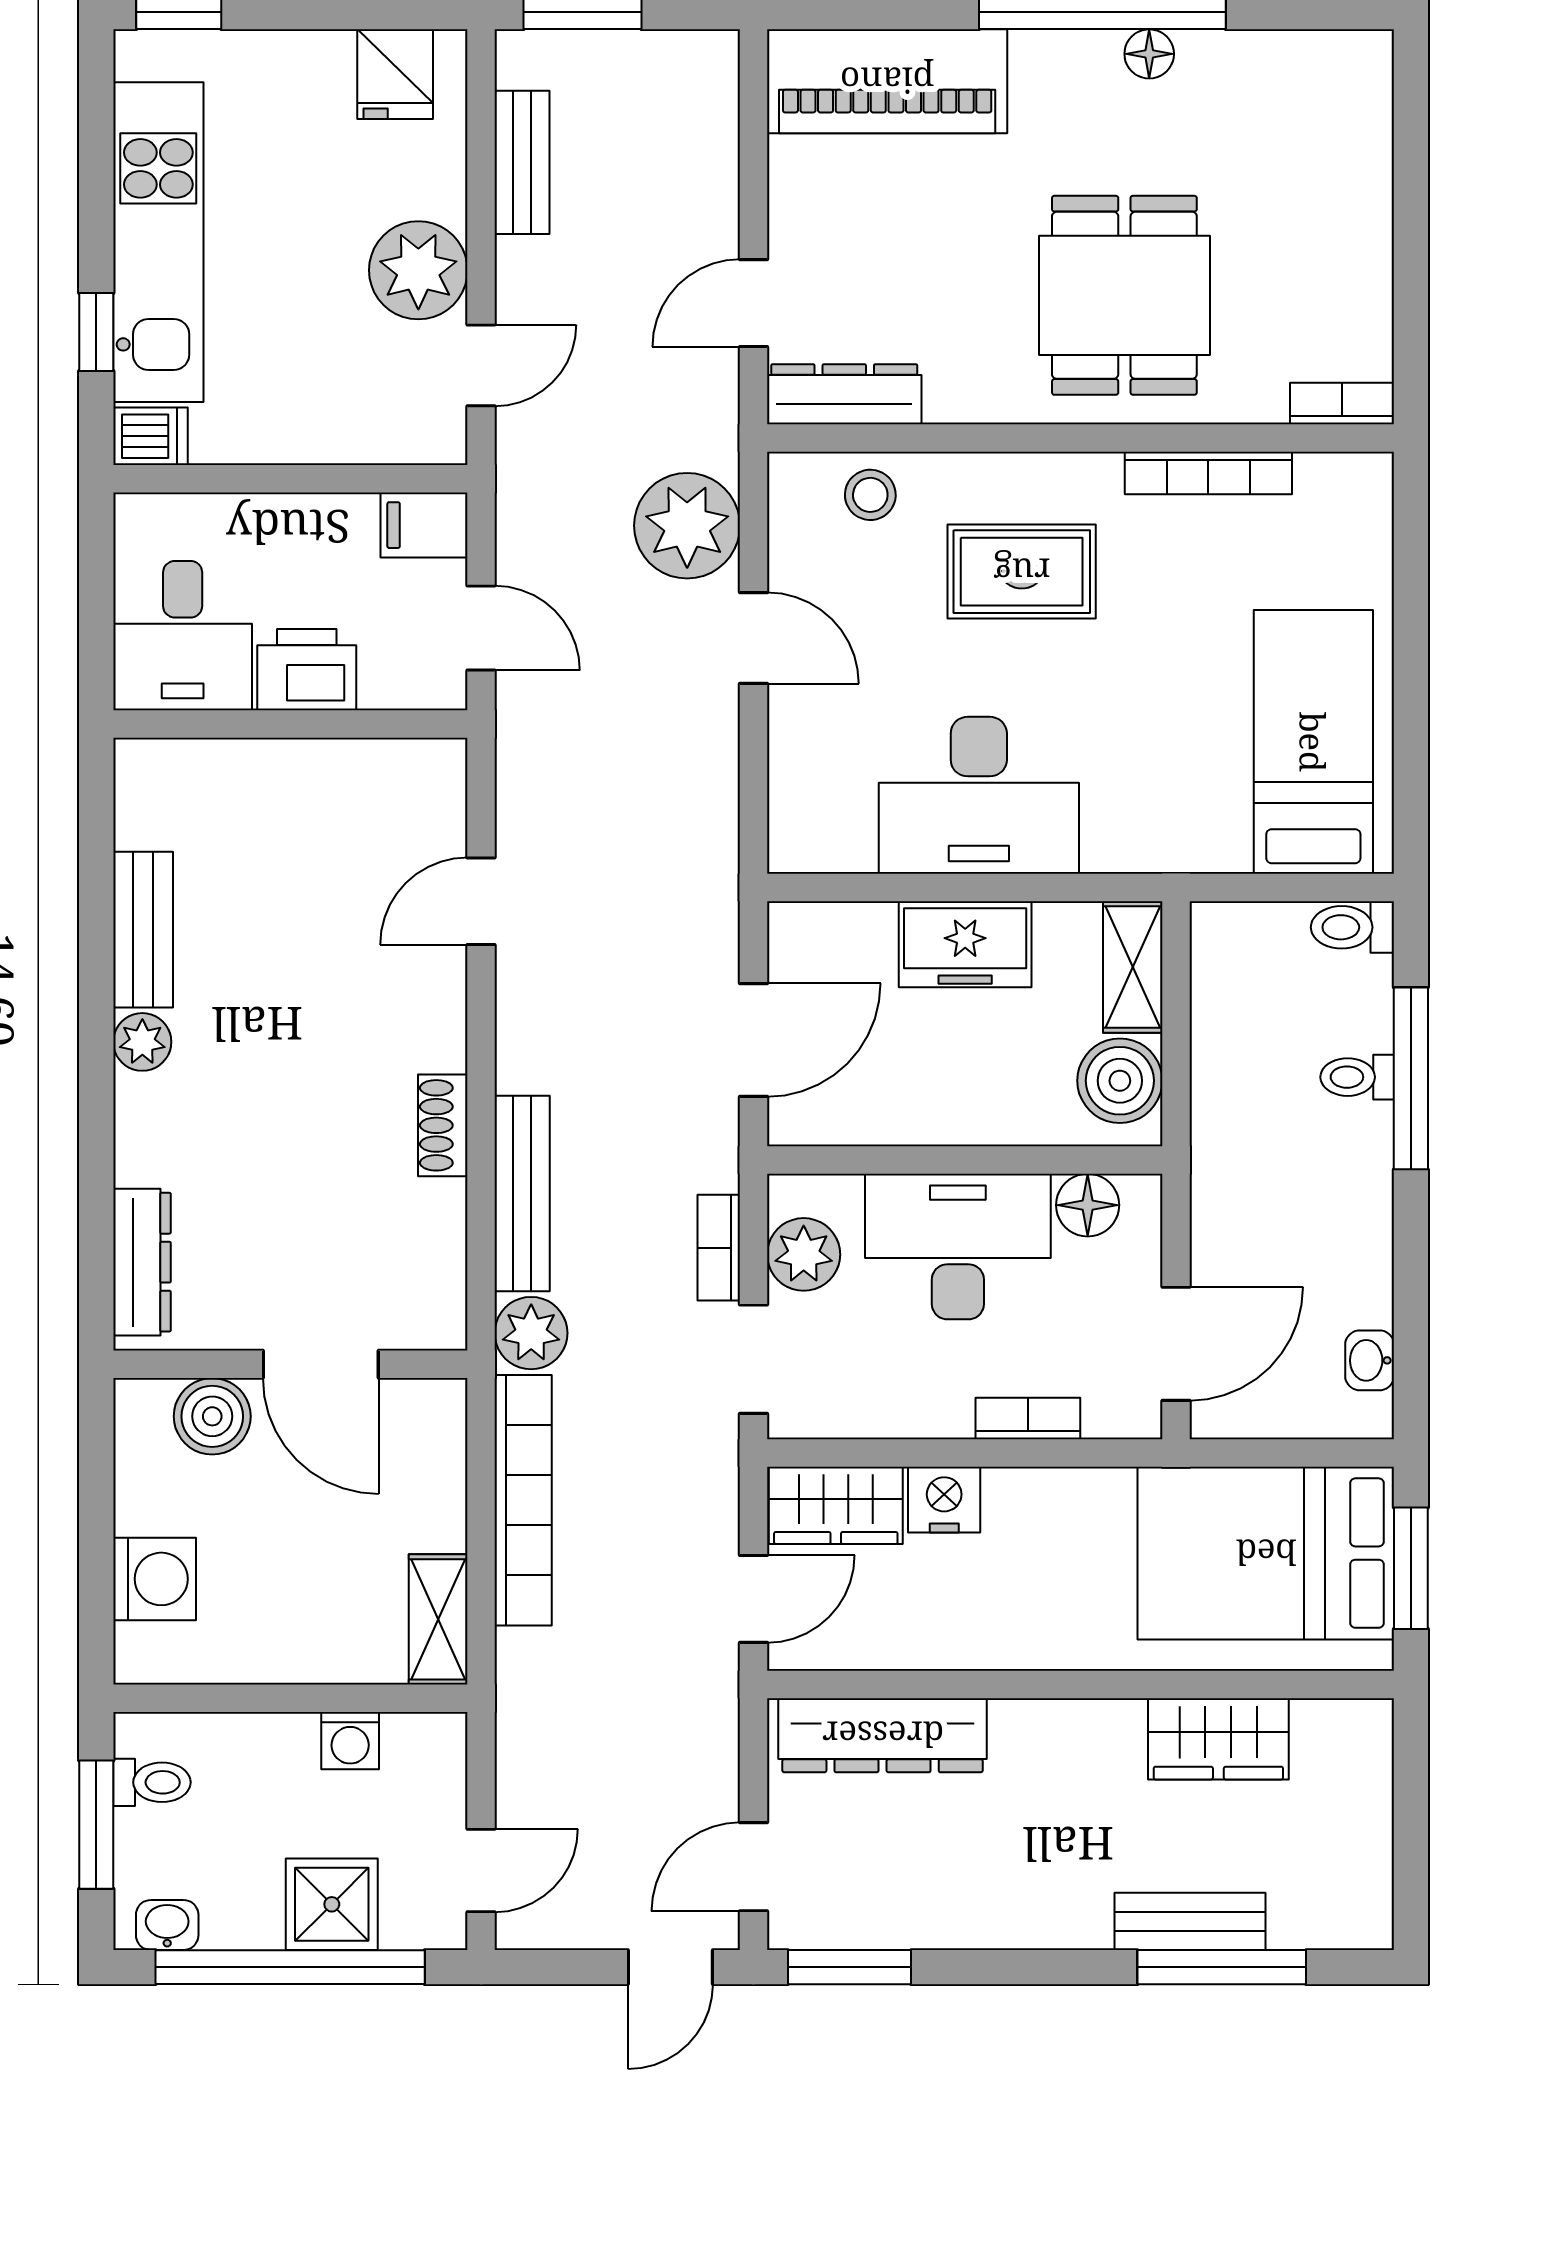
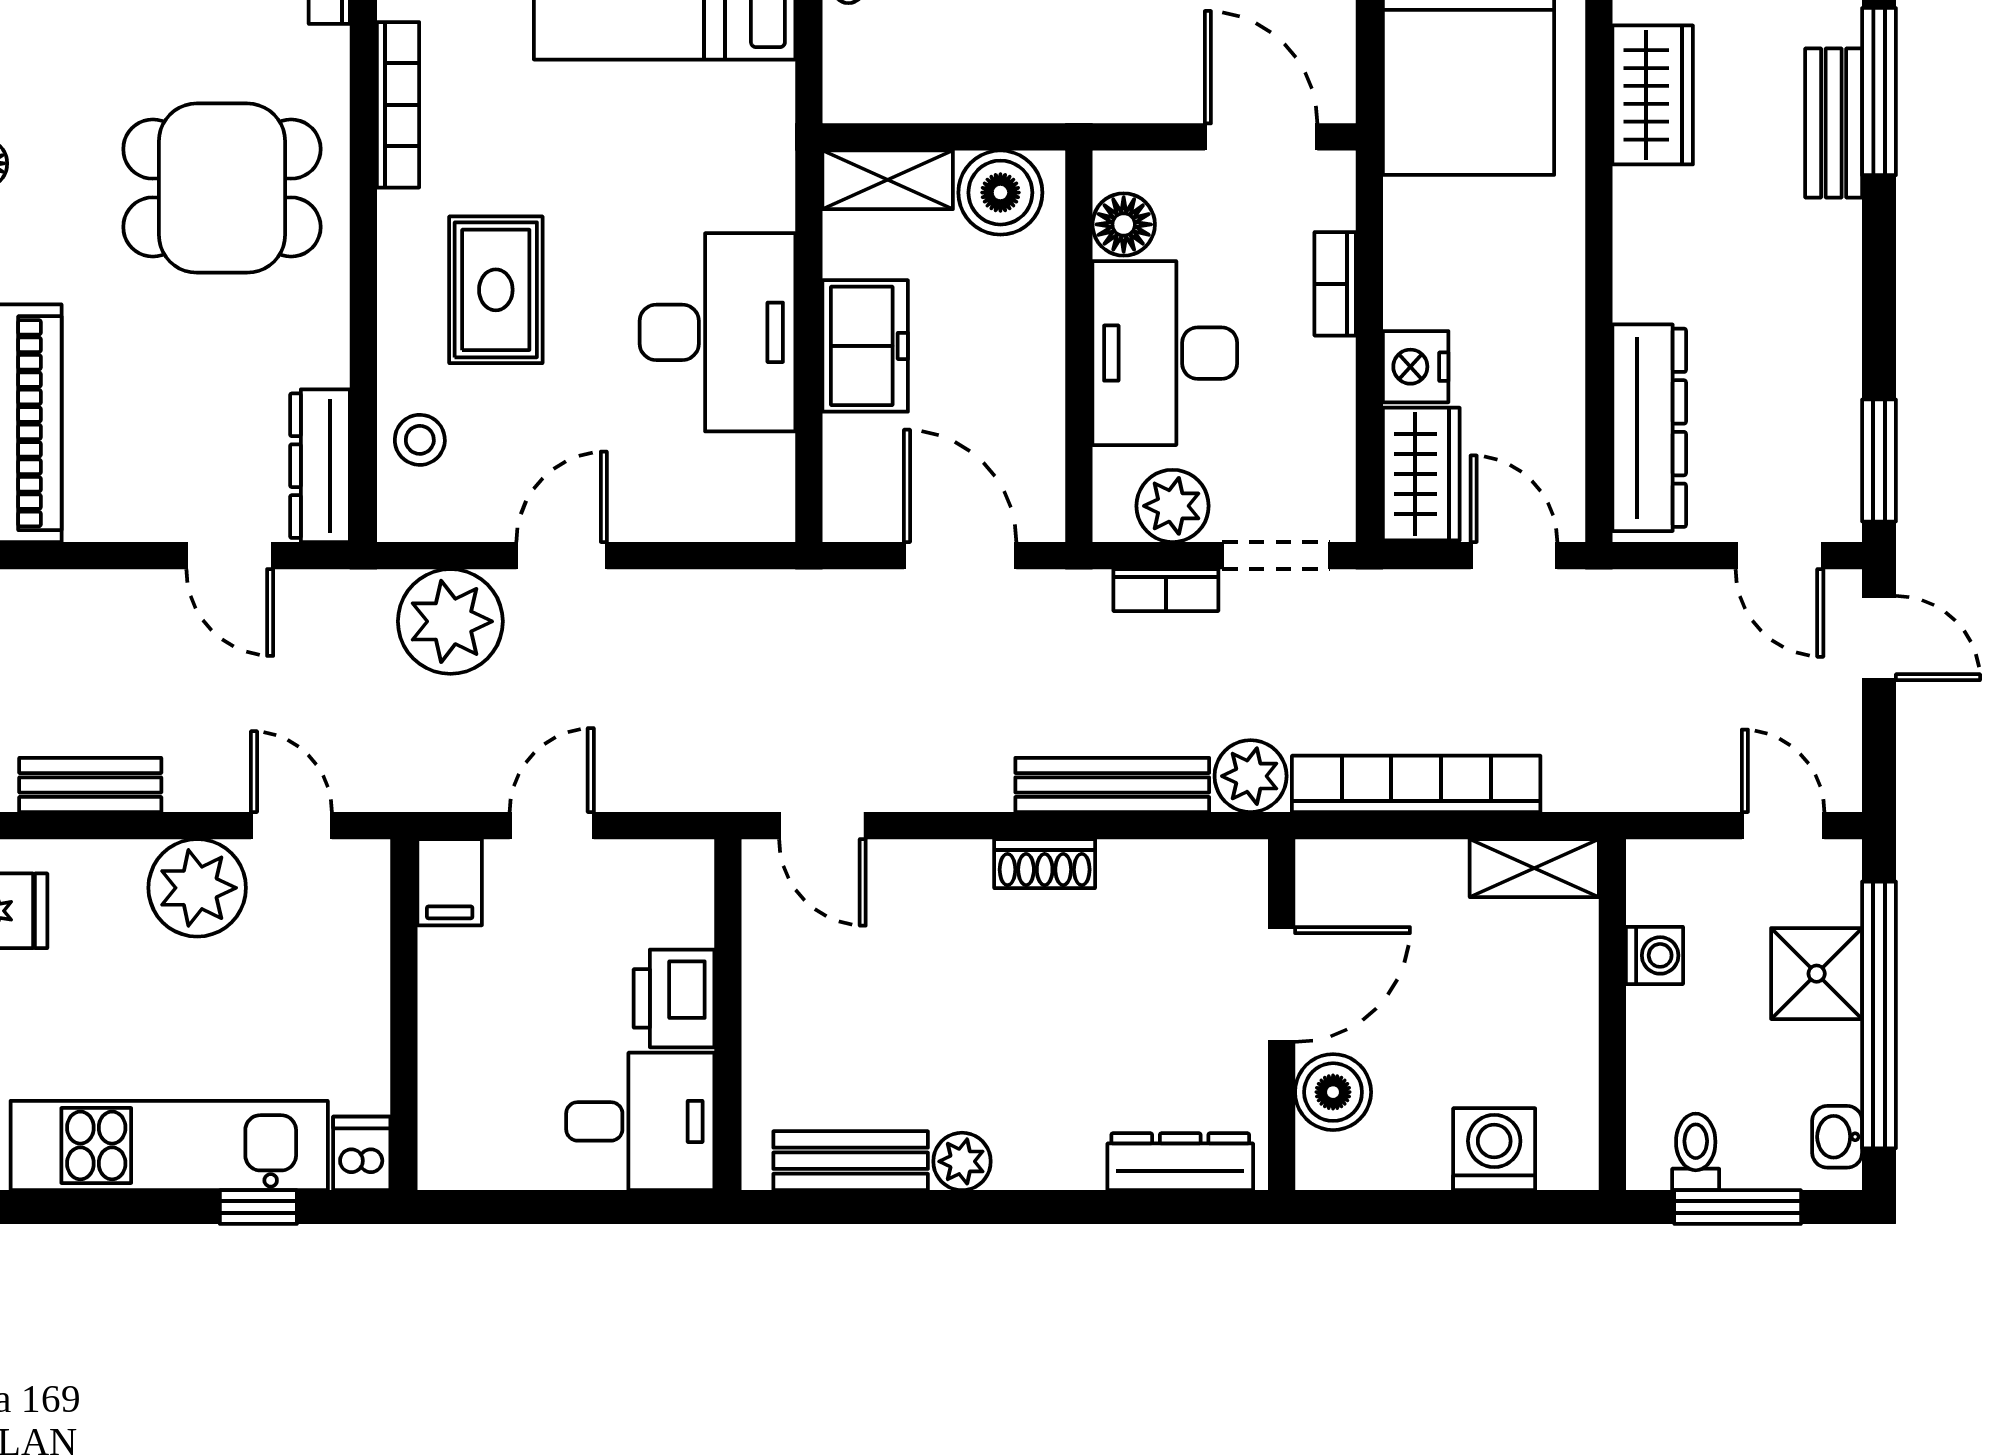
desk: (183, 636) -> (640, 1121), moved
printer: (307, 670) -> (674, 998), moved
wall: (290, 724) -> (728, 1015), moved

